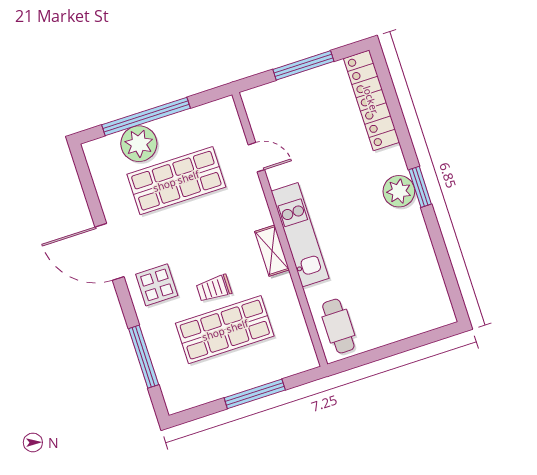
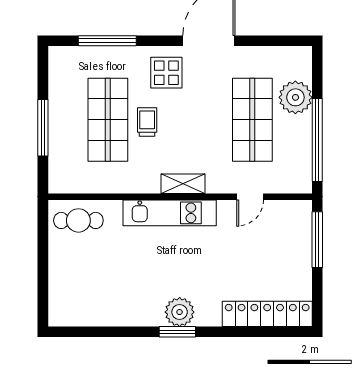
window: (303, 65) -> (317, 240), moved
window: (146, 116) -> (317, 140), moved
shelving: (272, 251) -> (183, 184), moved

